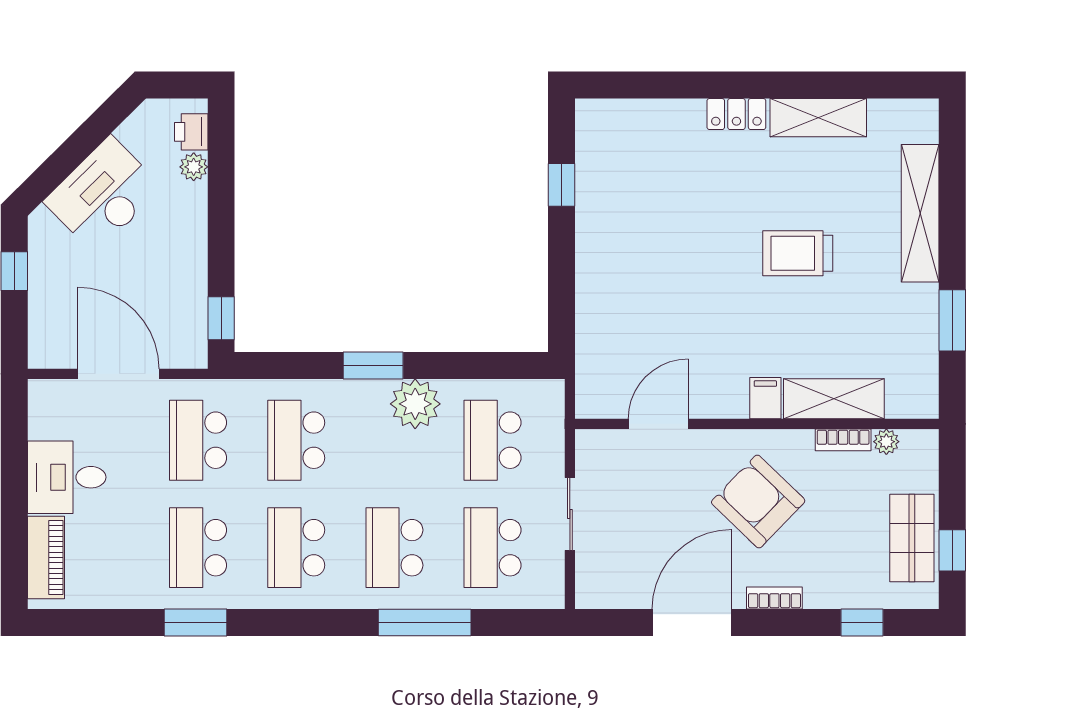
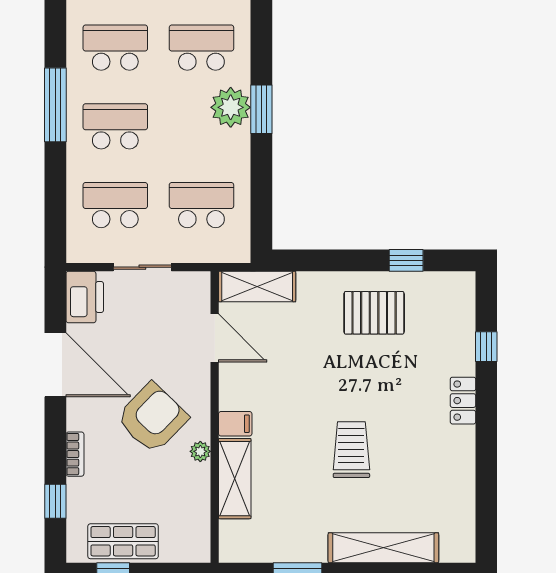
window: (669, 85) -> (486, 347), added
shelving: (818, 118) -> (257, 287), moved, turned 90
pallet: (627, 225) -> (374, 313), added
plant: (415, 404) -> (231, 107), moved
bookcase: (843, 440) -> (202, 486), removed
plant: (886, 442) -> (200, 451), moved
printer: (607, 586) -> (85, 297), added
bookcase: (774, 598) -> (75, 454), moved
window: (425, 622) -> (55, 105), moved

